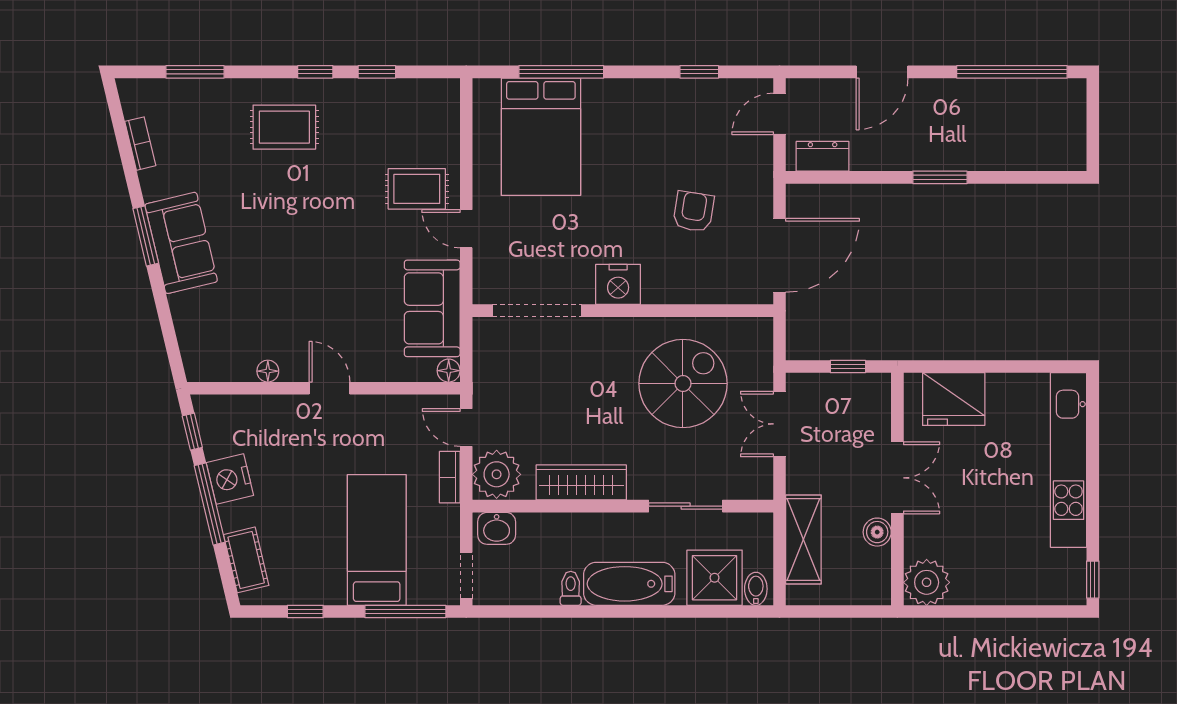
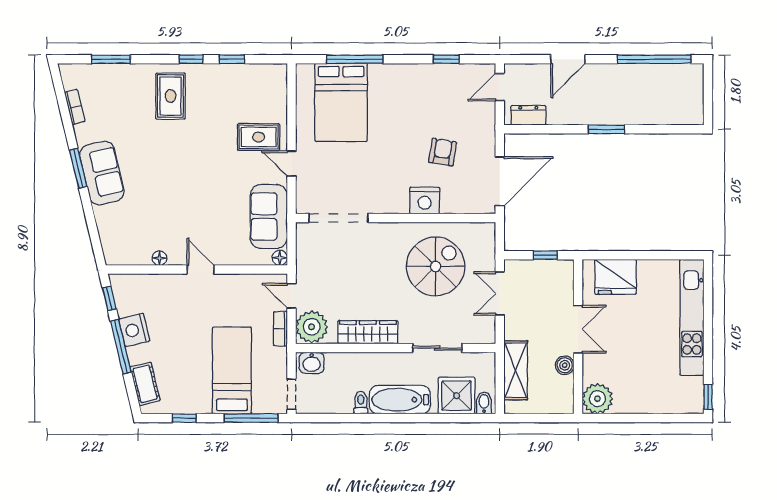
rug: (284, 127) -> (170, 96), turned 90
nightstand: (618, 284) -> (425, 201), moved

